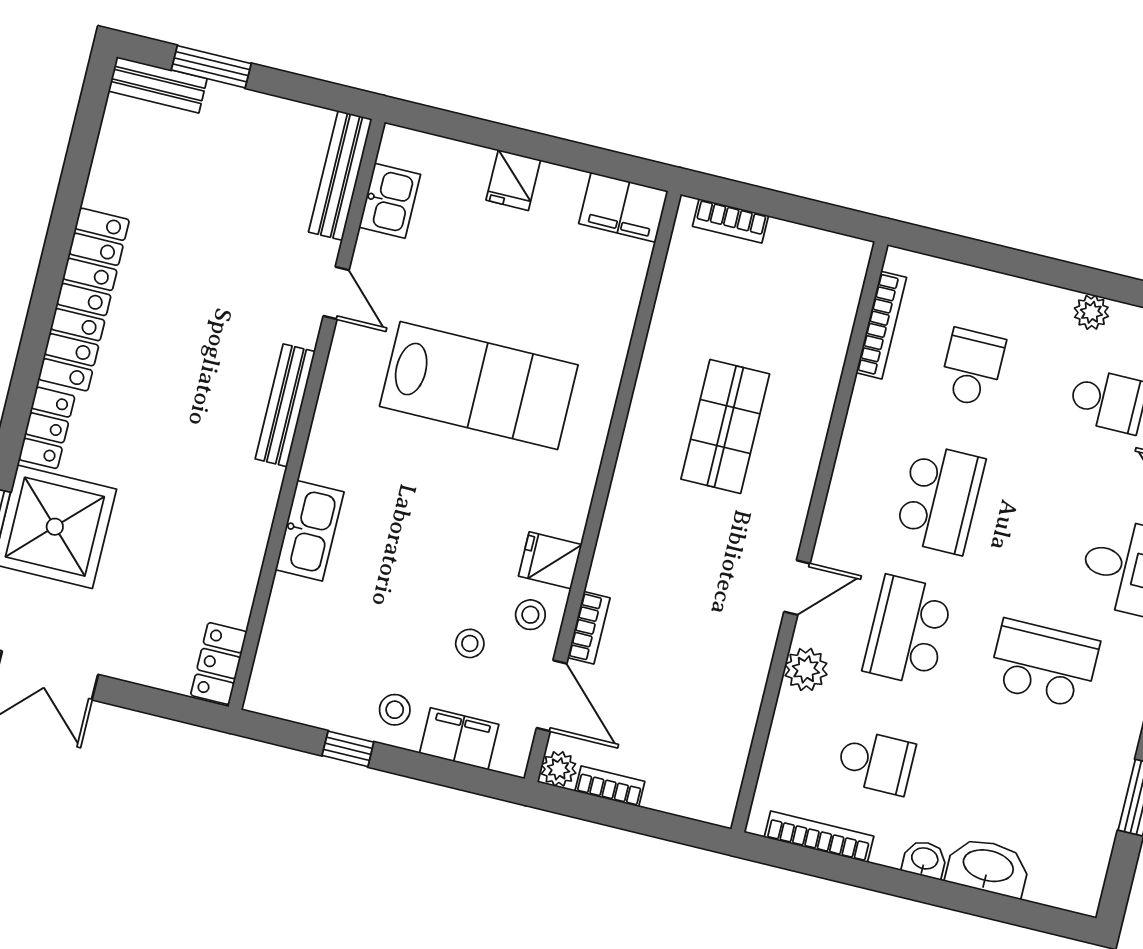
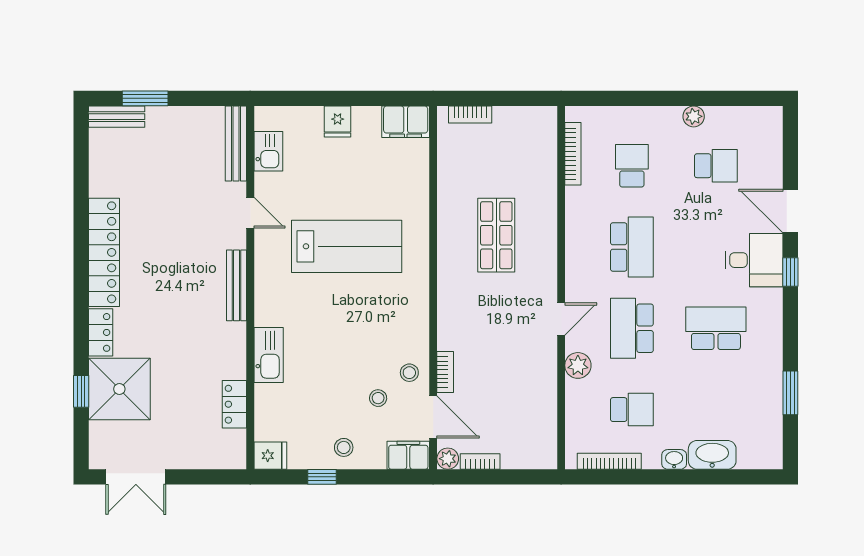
fridge: (550, 560) -> (270, 456), moved, turned 180
locker: (219, 663) -> (234, 404), moved
filing cabinet: (459, 739) -> (408, 455), moved

